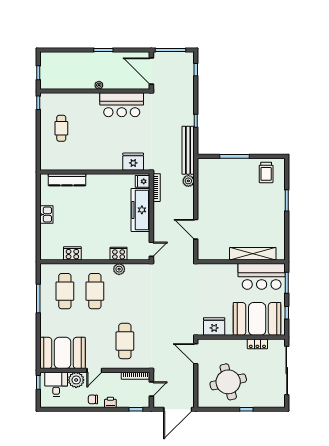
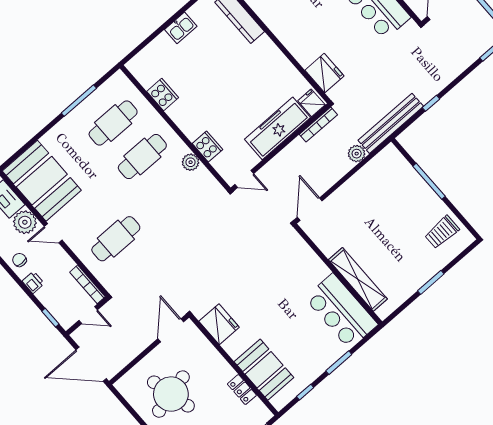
shelving: (253, 254) -> (358, 279), moved
wall: (241, 262) -> (338, 274), moved
bar counter: (262, 276) -> (341, 311), moved
booth: (257, 319) -> (264, 370), width x0.73, depth x0.70

